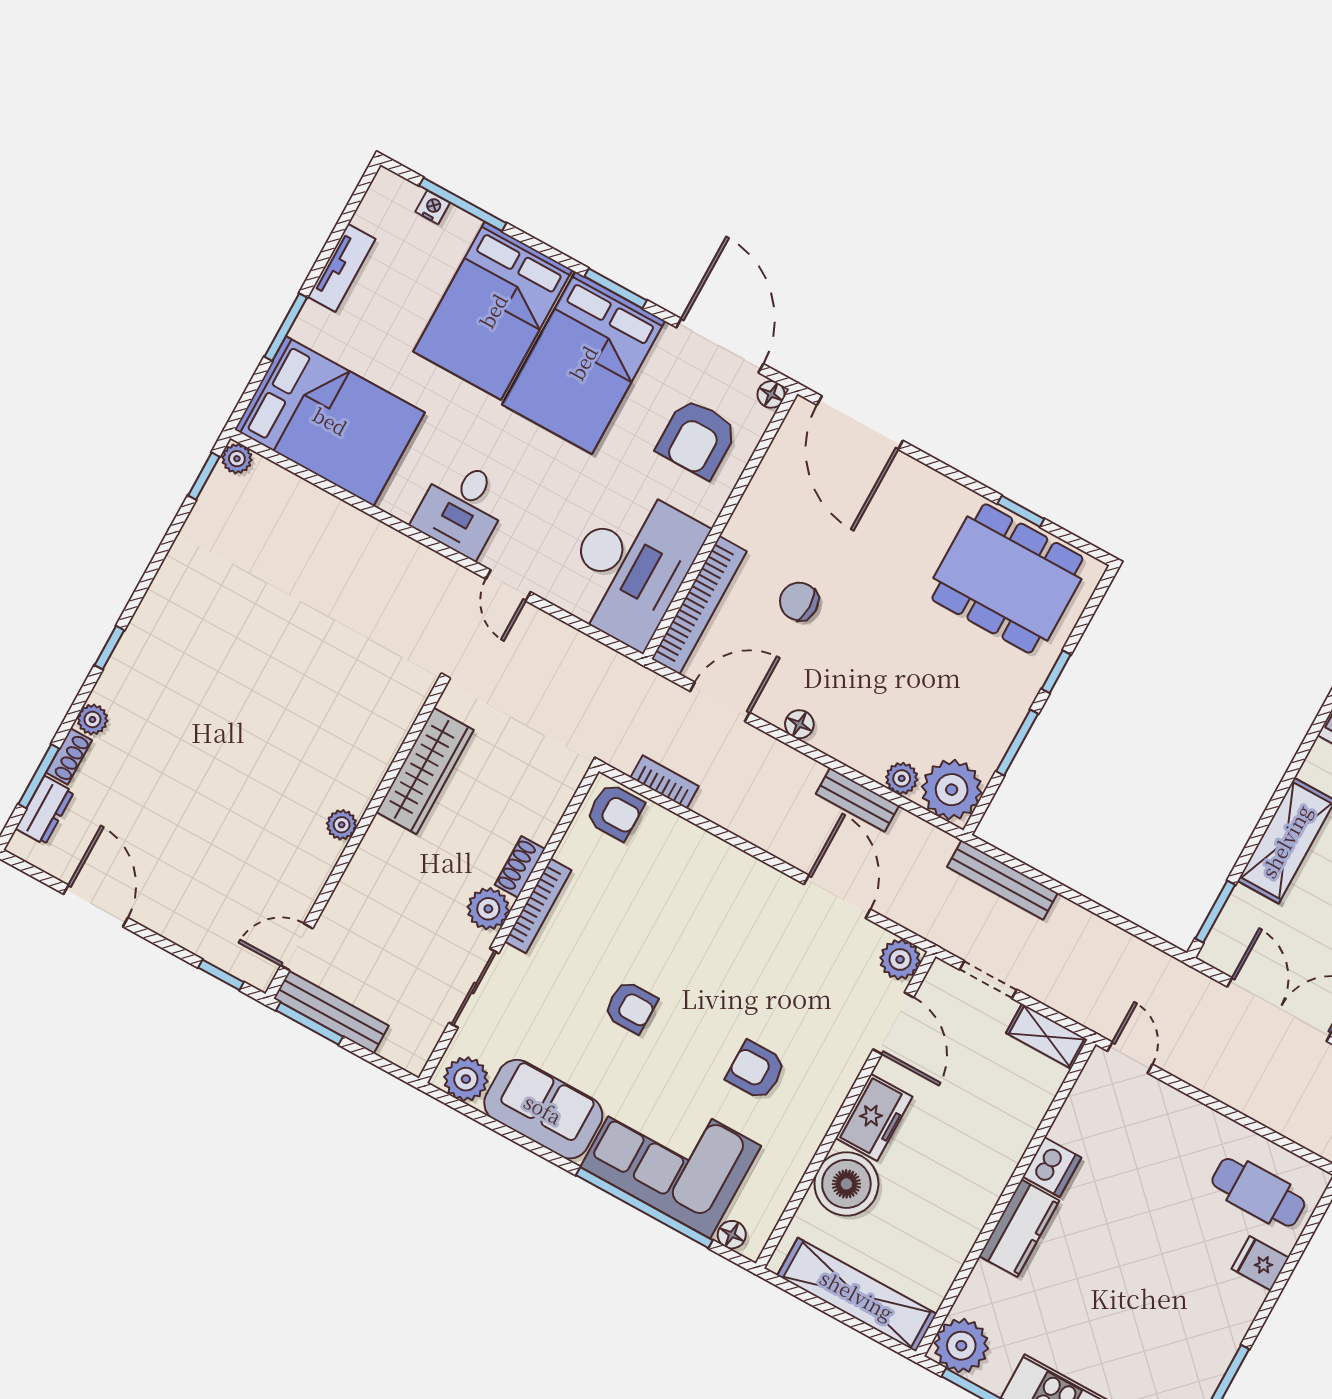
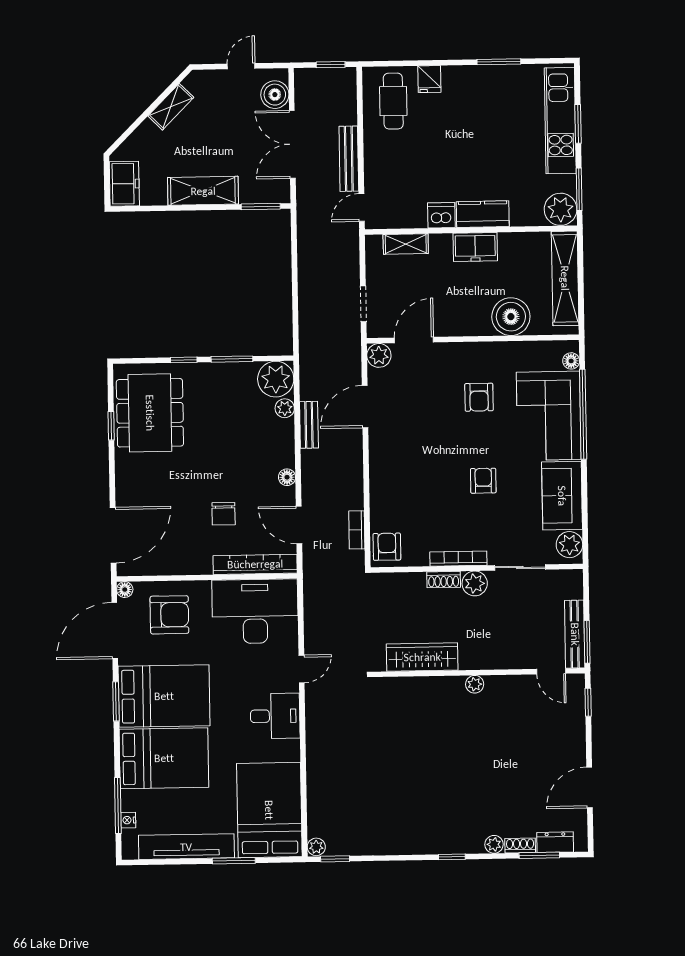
tv unit: (342, 268) -> (186, 847), width x1.92, depth x1.29
bench: (1002, 880) -> (349, 159), moved
shelving: (1047, 1036) -> (406, 244), moved, turned 90
freezer: (874, 1117) -> (475, 247), moved, turned 180

